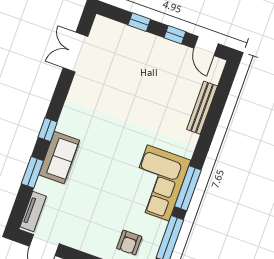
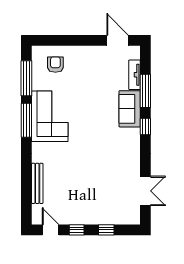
window: (32, 172) -> (145, 91), width x1.44
tv unit: (33, 212) -> (135, 75), moved

